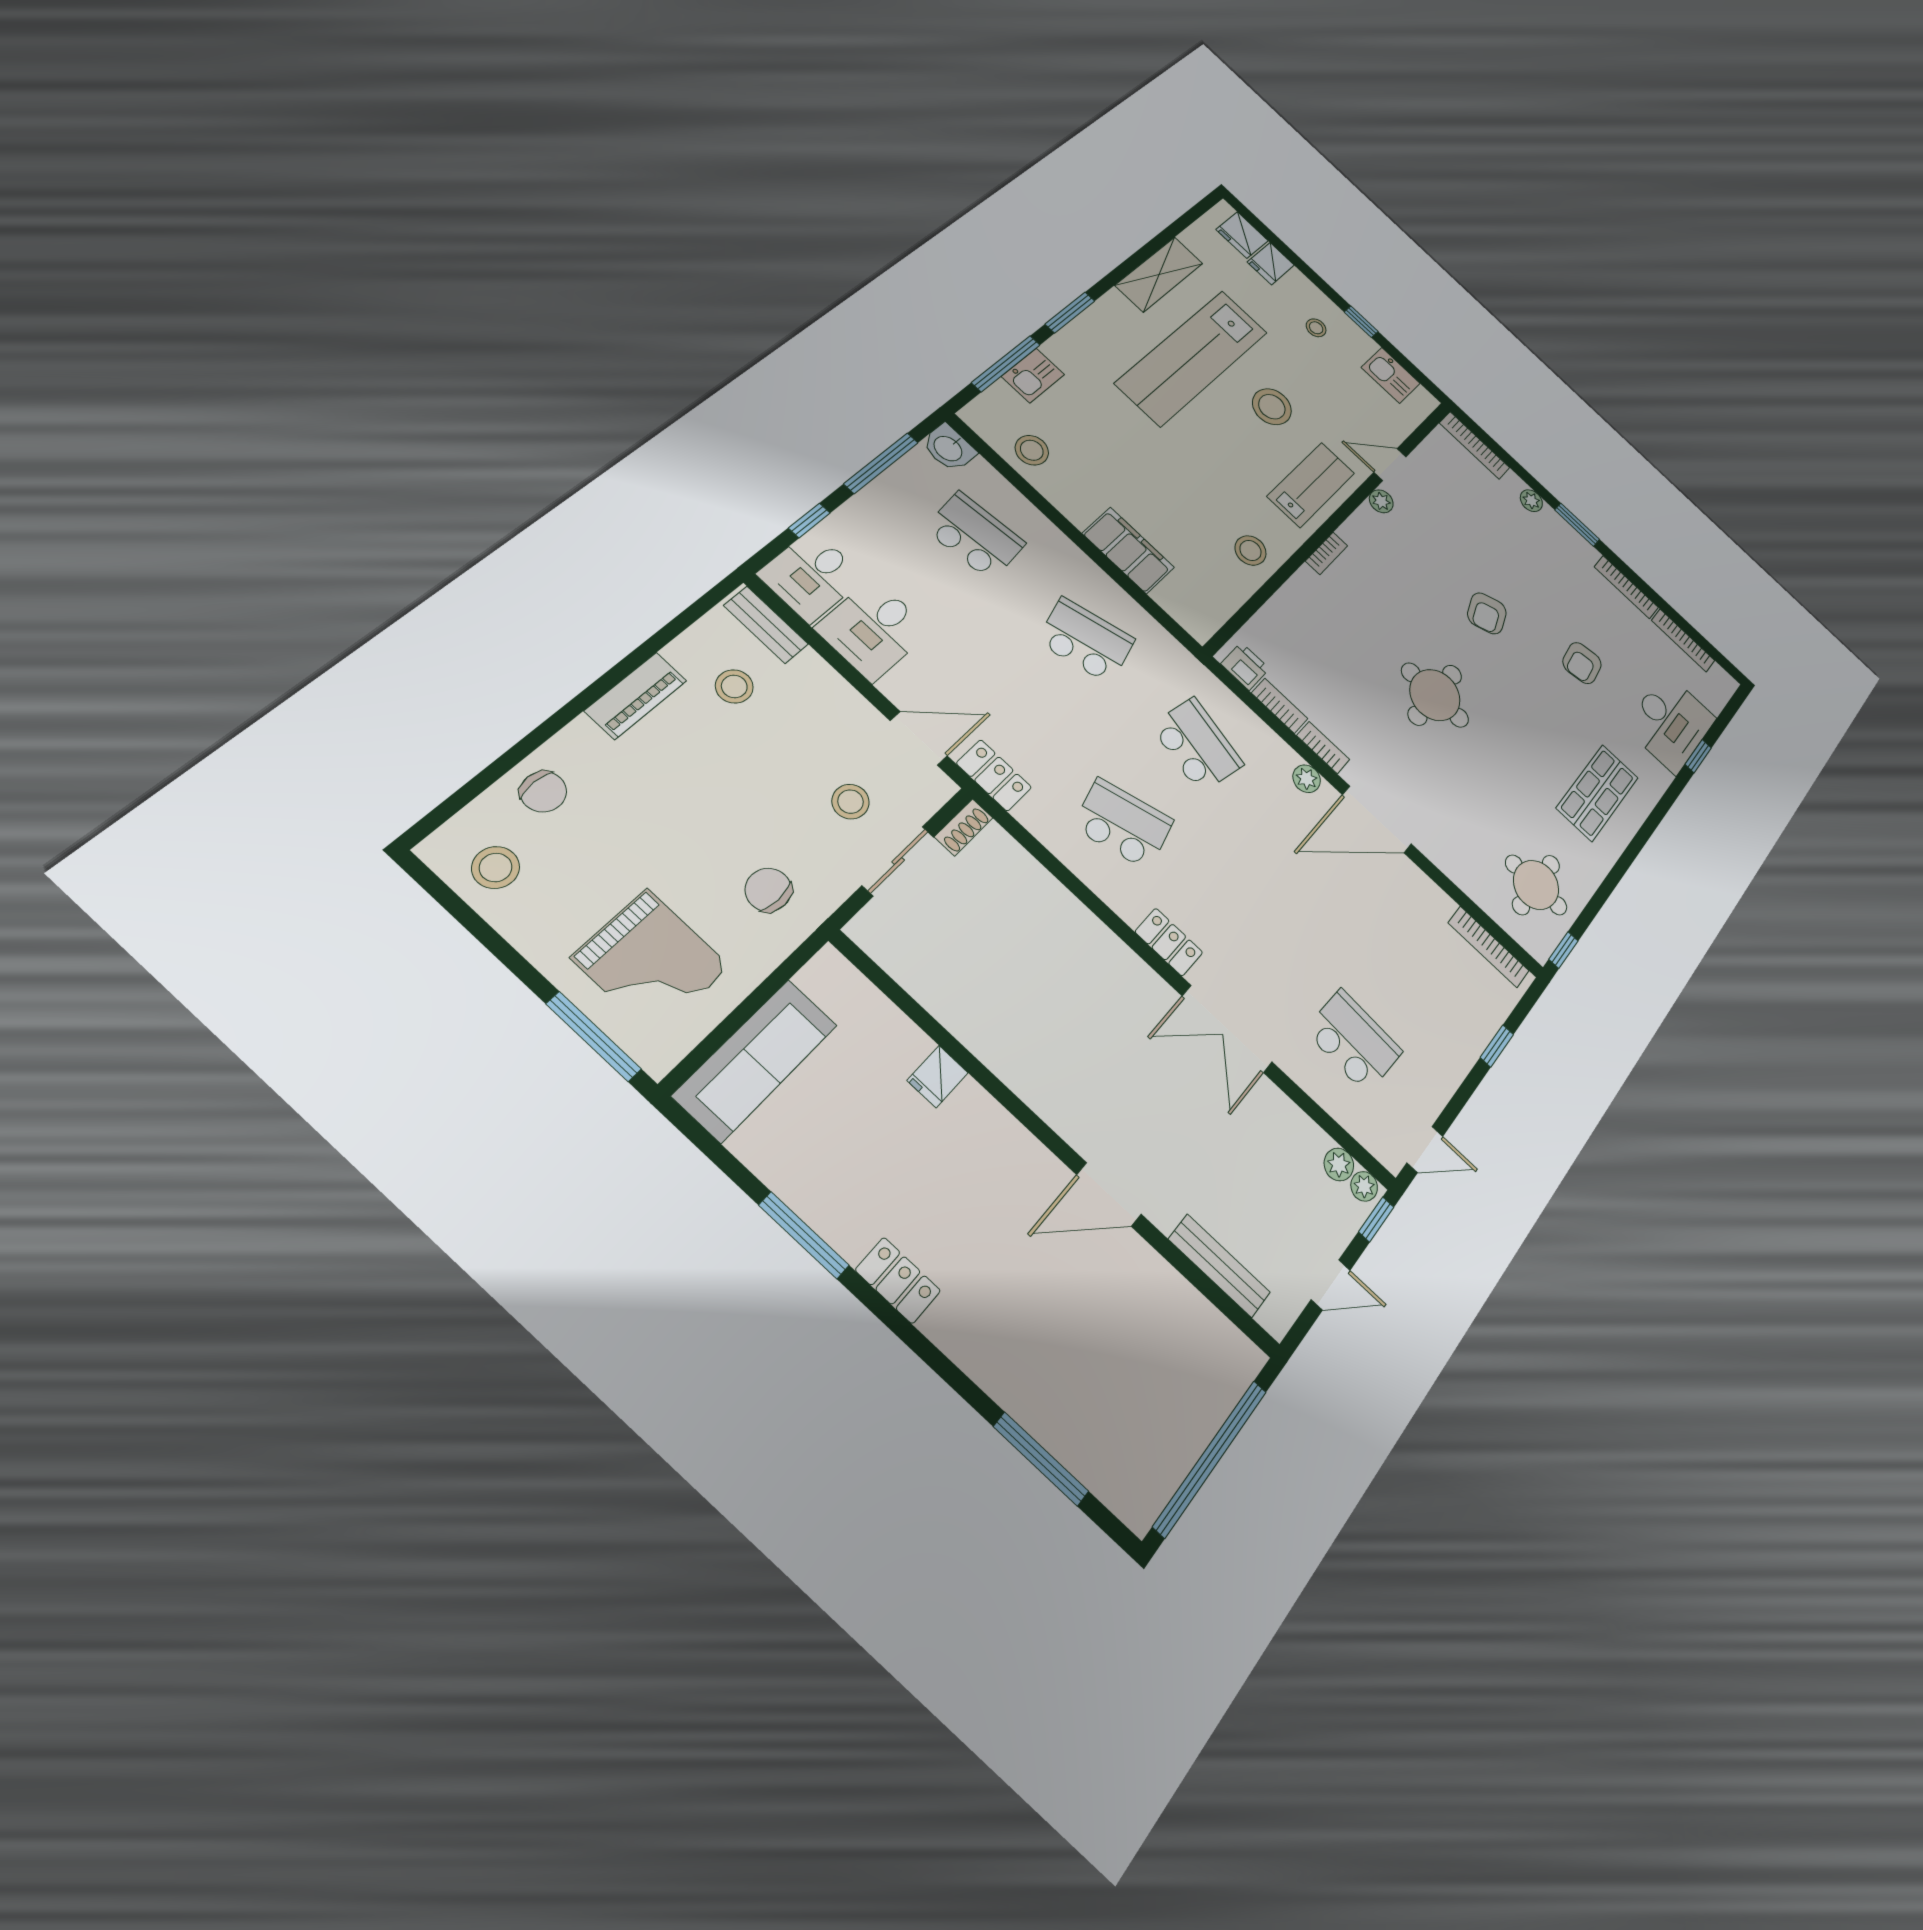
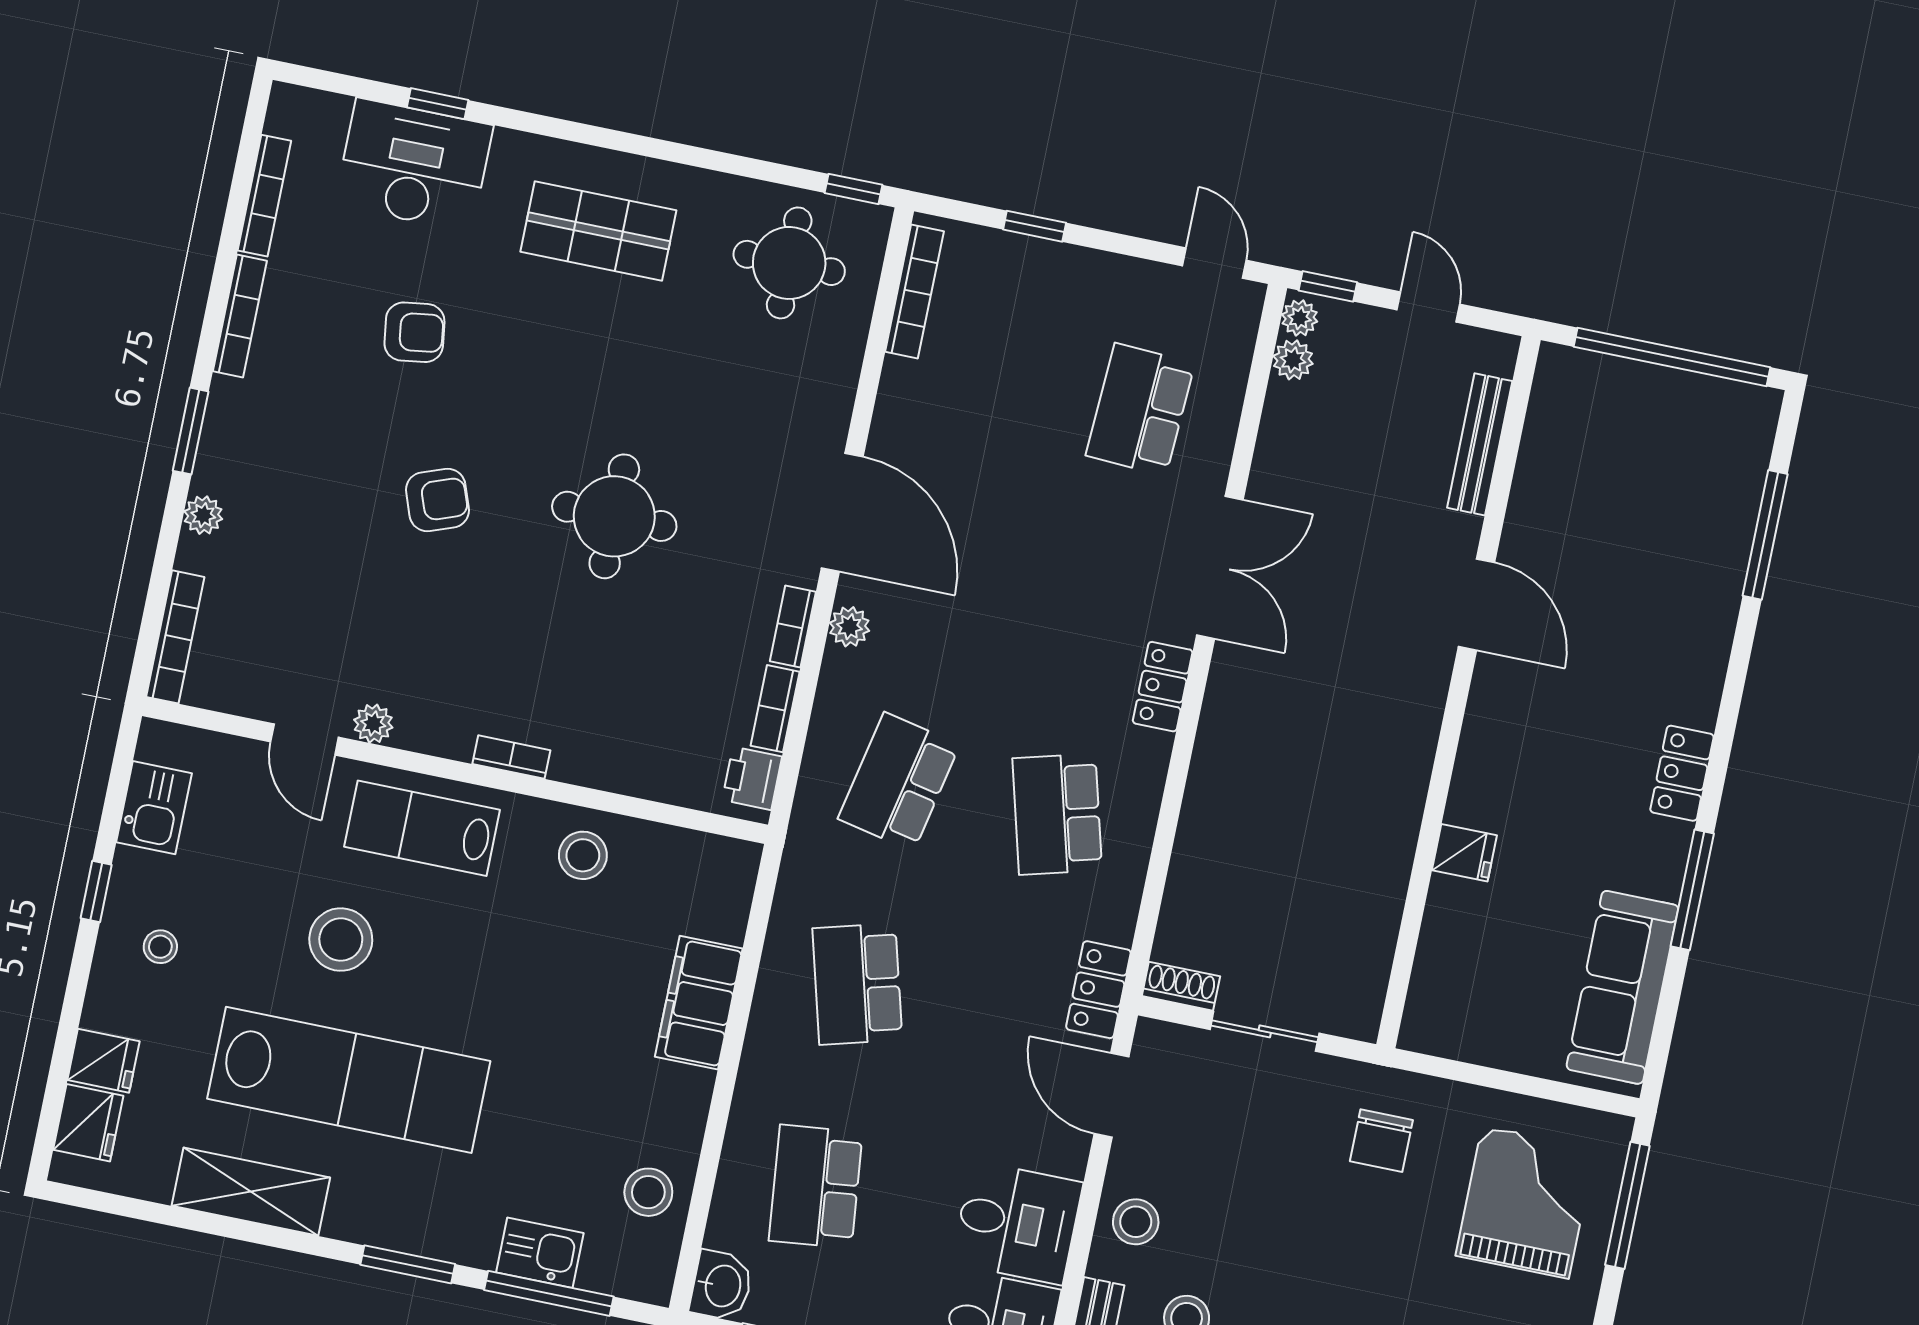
stool: (851, 802) -> (1136, 1222), moved
sofa: (756, 1060) -> (1622, 987), moved, turned -90

